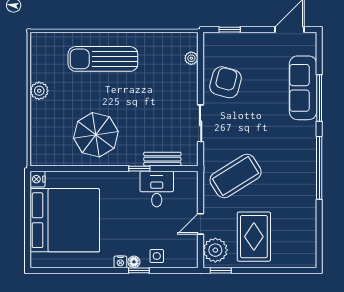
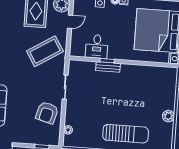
parasol: (96, 135) -> (134, 85), removed
bench: (162, 159) -> (108, 67), moved

